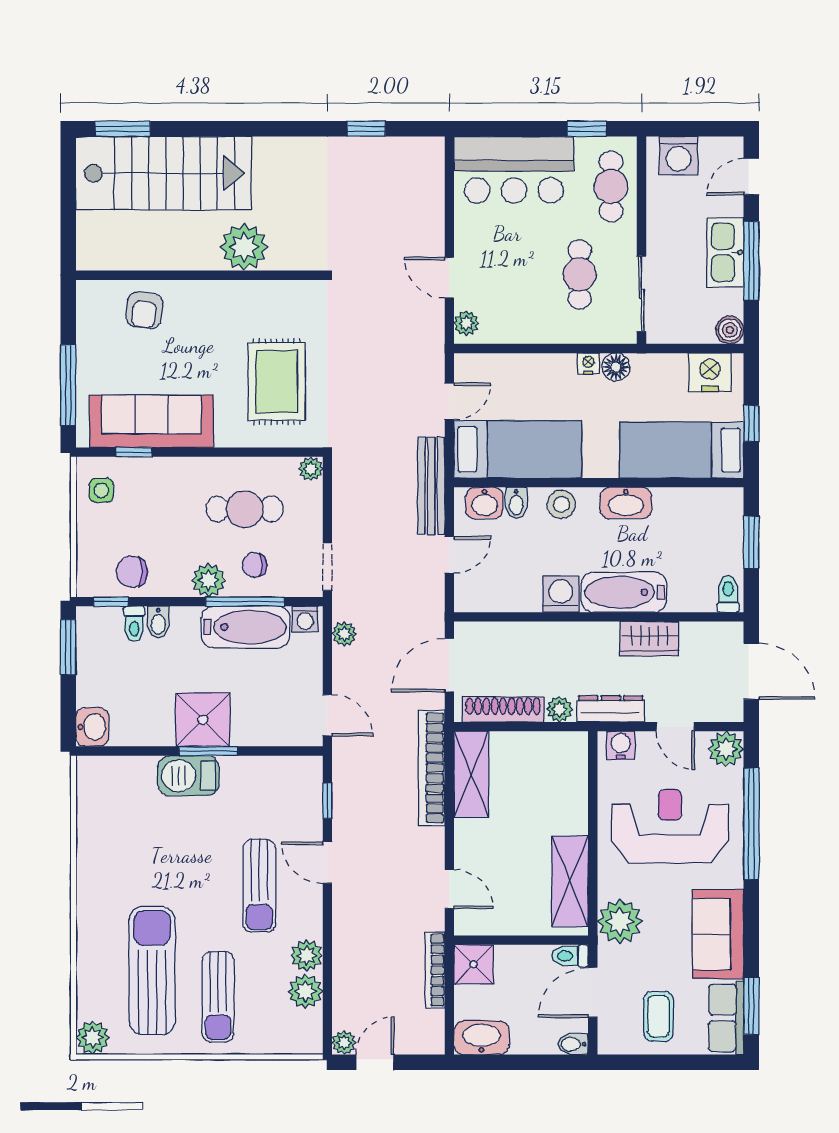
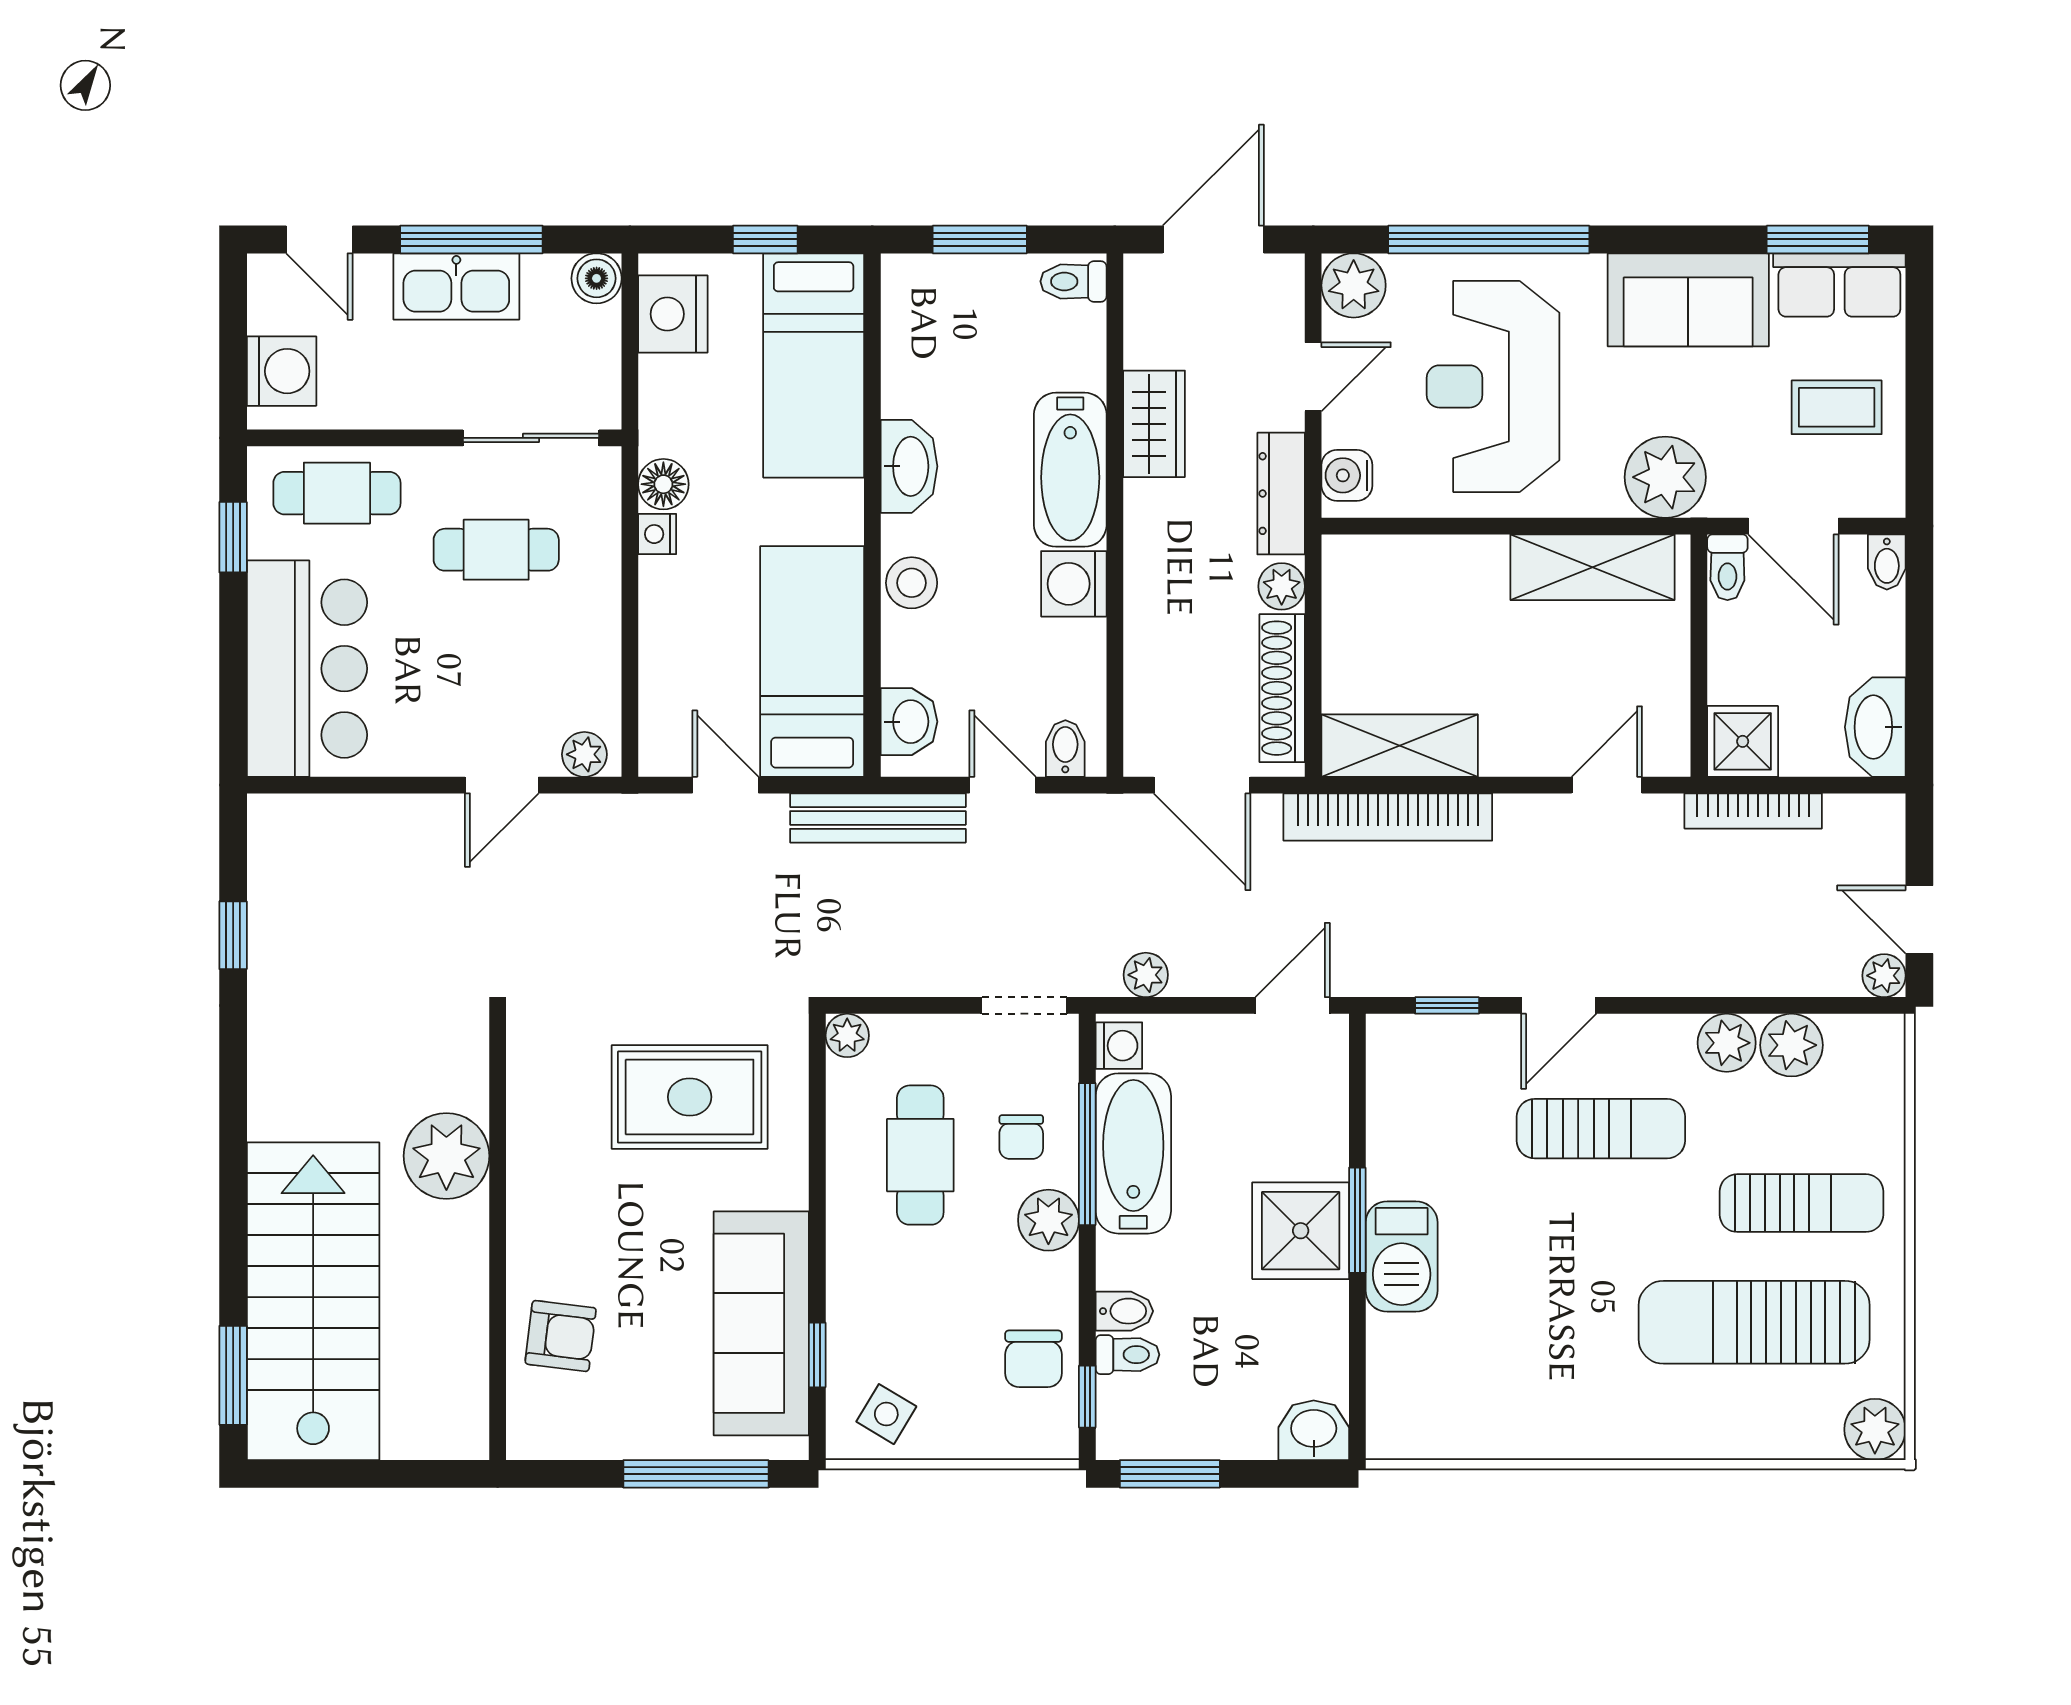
side table: (101, 490) -> (886, 1414), turned 31
bidet: (516, 503) -> (1065, 748), moved, turned -90

